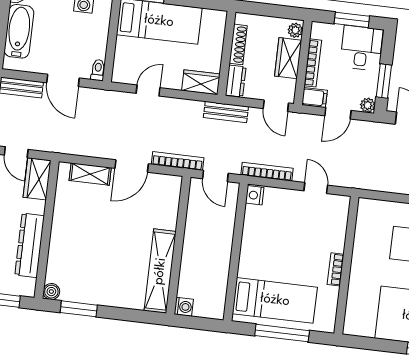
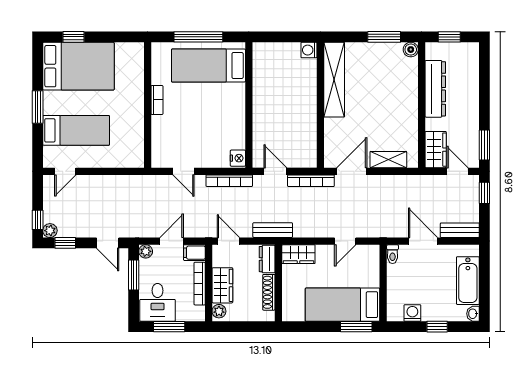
wall: (178, 245) -> (320, 105), moved
shelving: (160, 271) -> (334, 80), moved
washing machine: (184, 307) -> (309, 50), moved

